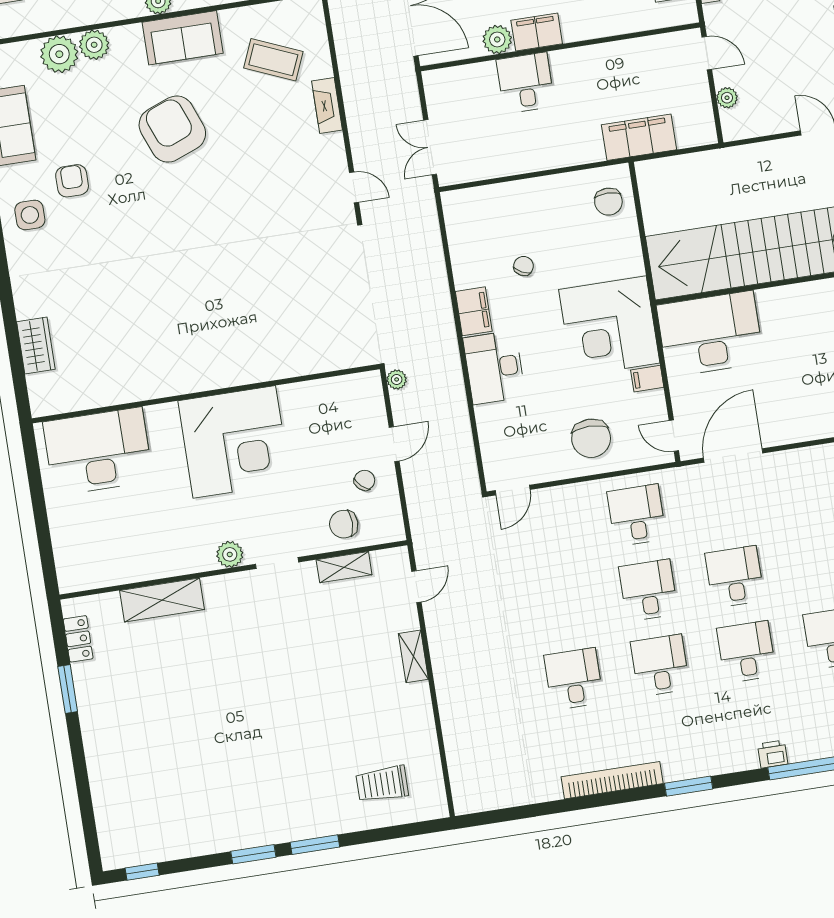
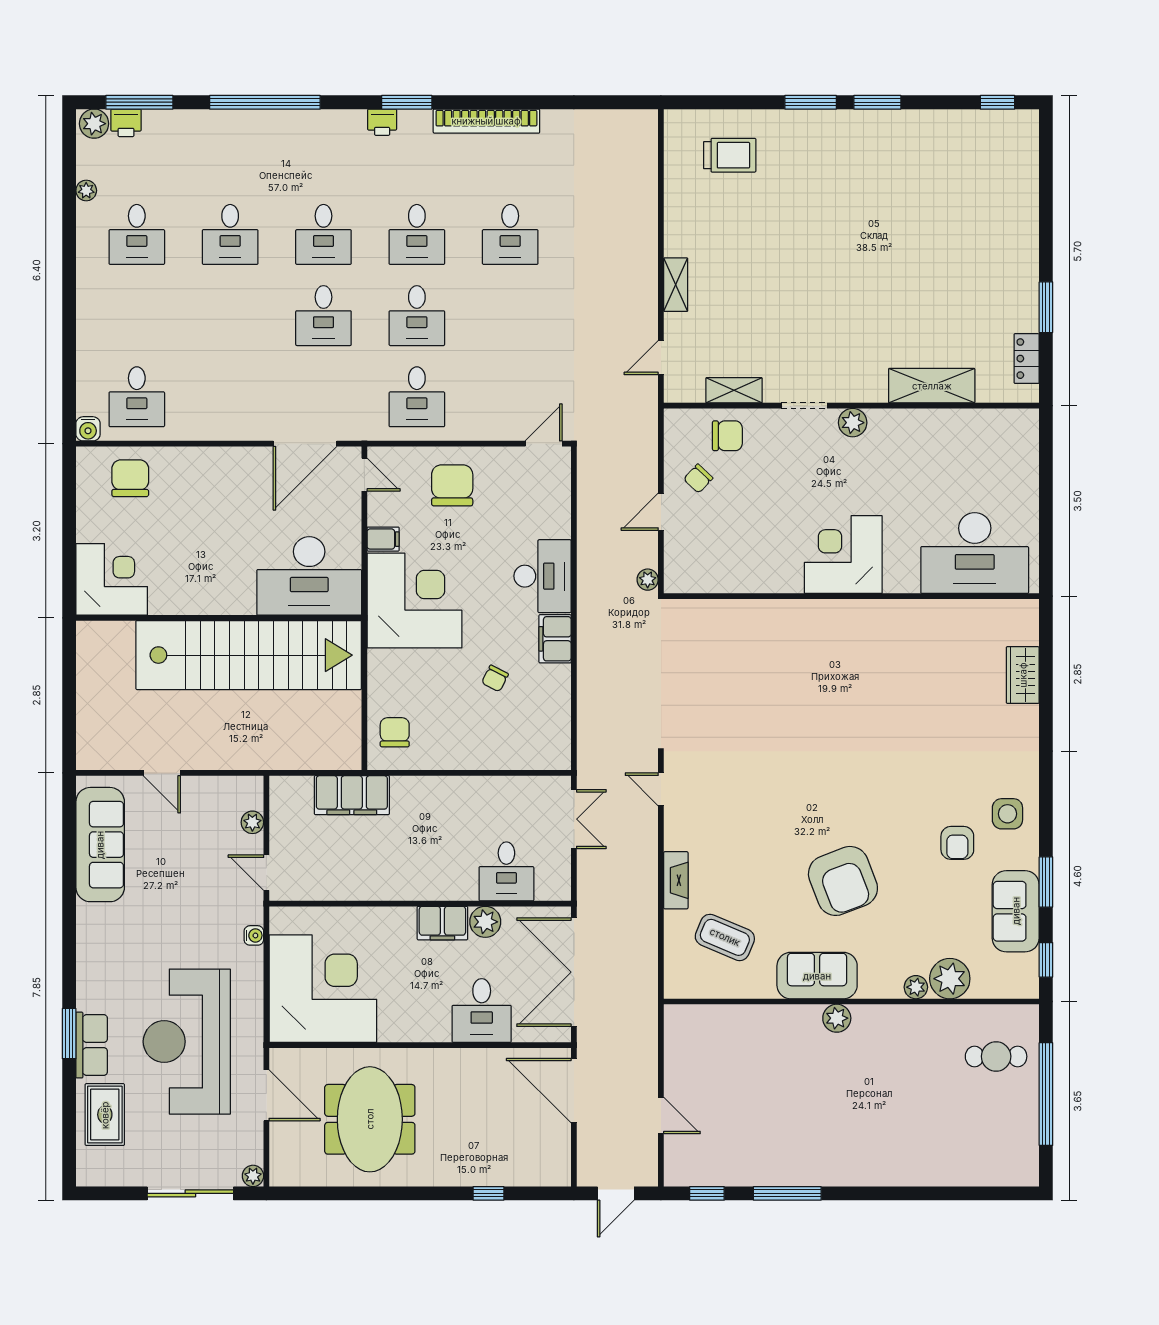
plant: (94, 45) -> (916, 987), width x0.73, depth x0.73
desk: (525, 83) -> (506, 871), moved
corner desk: (234, 442) -> (843, 555), width x0.74, depth x0.74
printer: (773, 754) -> (382, 122), moved

